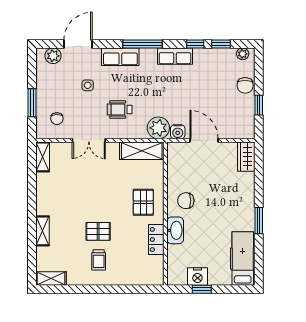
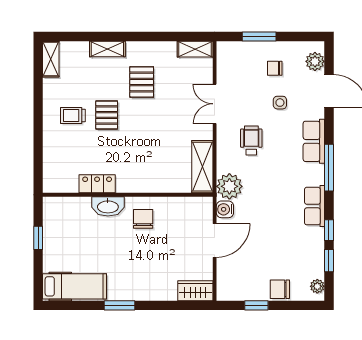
chair: (57, 119) -> (275, 68), moved
pallet: (143, 202) -> (142, 82), moved, turned 90
nightstand: (197, 277) -> (53, 233), removed

